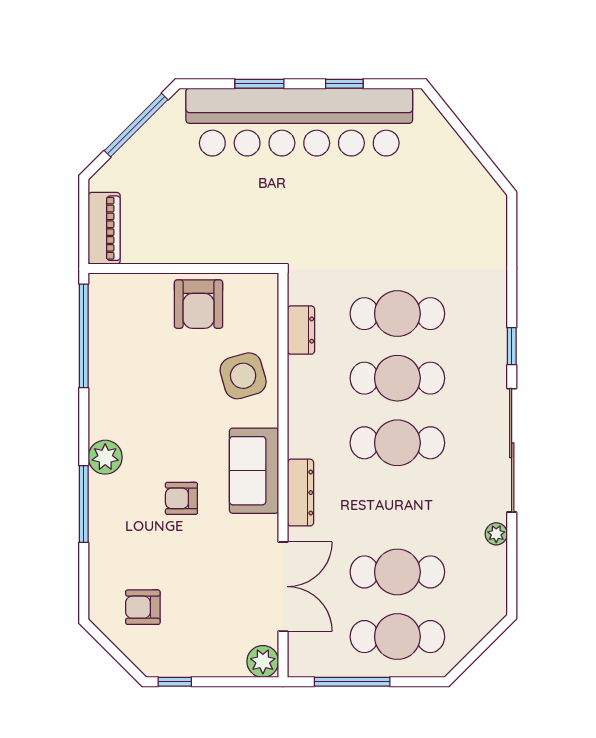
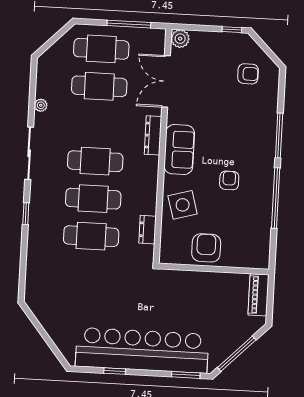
window: (259, 84) -> (186, 375), moved
window: (84, 336) -> (276, 198), moved
sliding door: (512, 450) -> (29, 153), width x0.73
plant: (105, 457) -> (265, 162), removed
armchair: (181, 498) -> (229, 180), moved, turned -90

